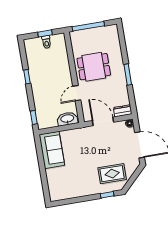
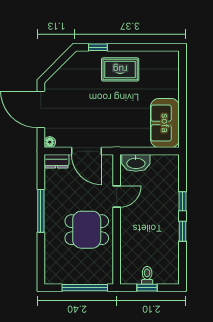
window: (128, 74) -> (41, 211), width x1.44
window: (34, 117) -> (182, 201), moved
rug: (112, 174) -> (120, 69), moved

